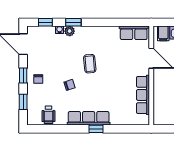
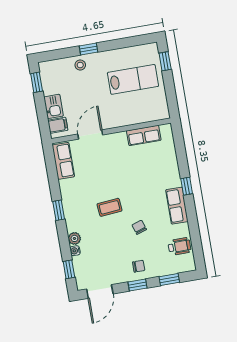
window: (73, 22) -> (59, 210), moved
row of seats: (143, 95) -> (144, 135), width x0.68
row of seats: (89, 118) -> (177, 206), width x0.68

